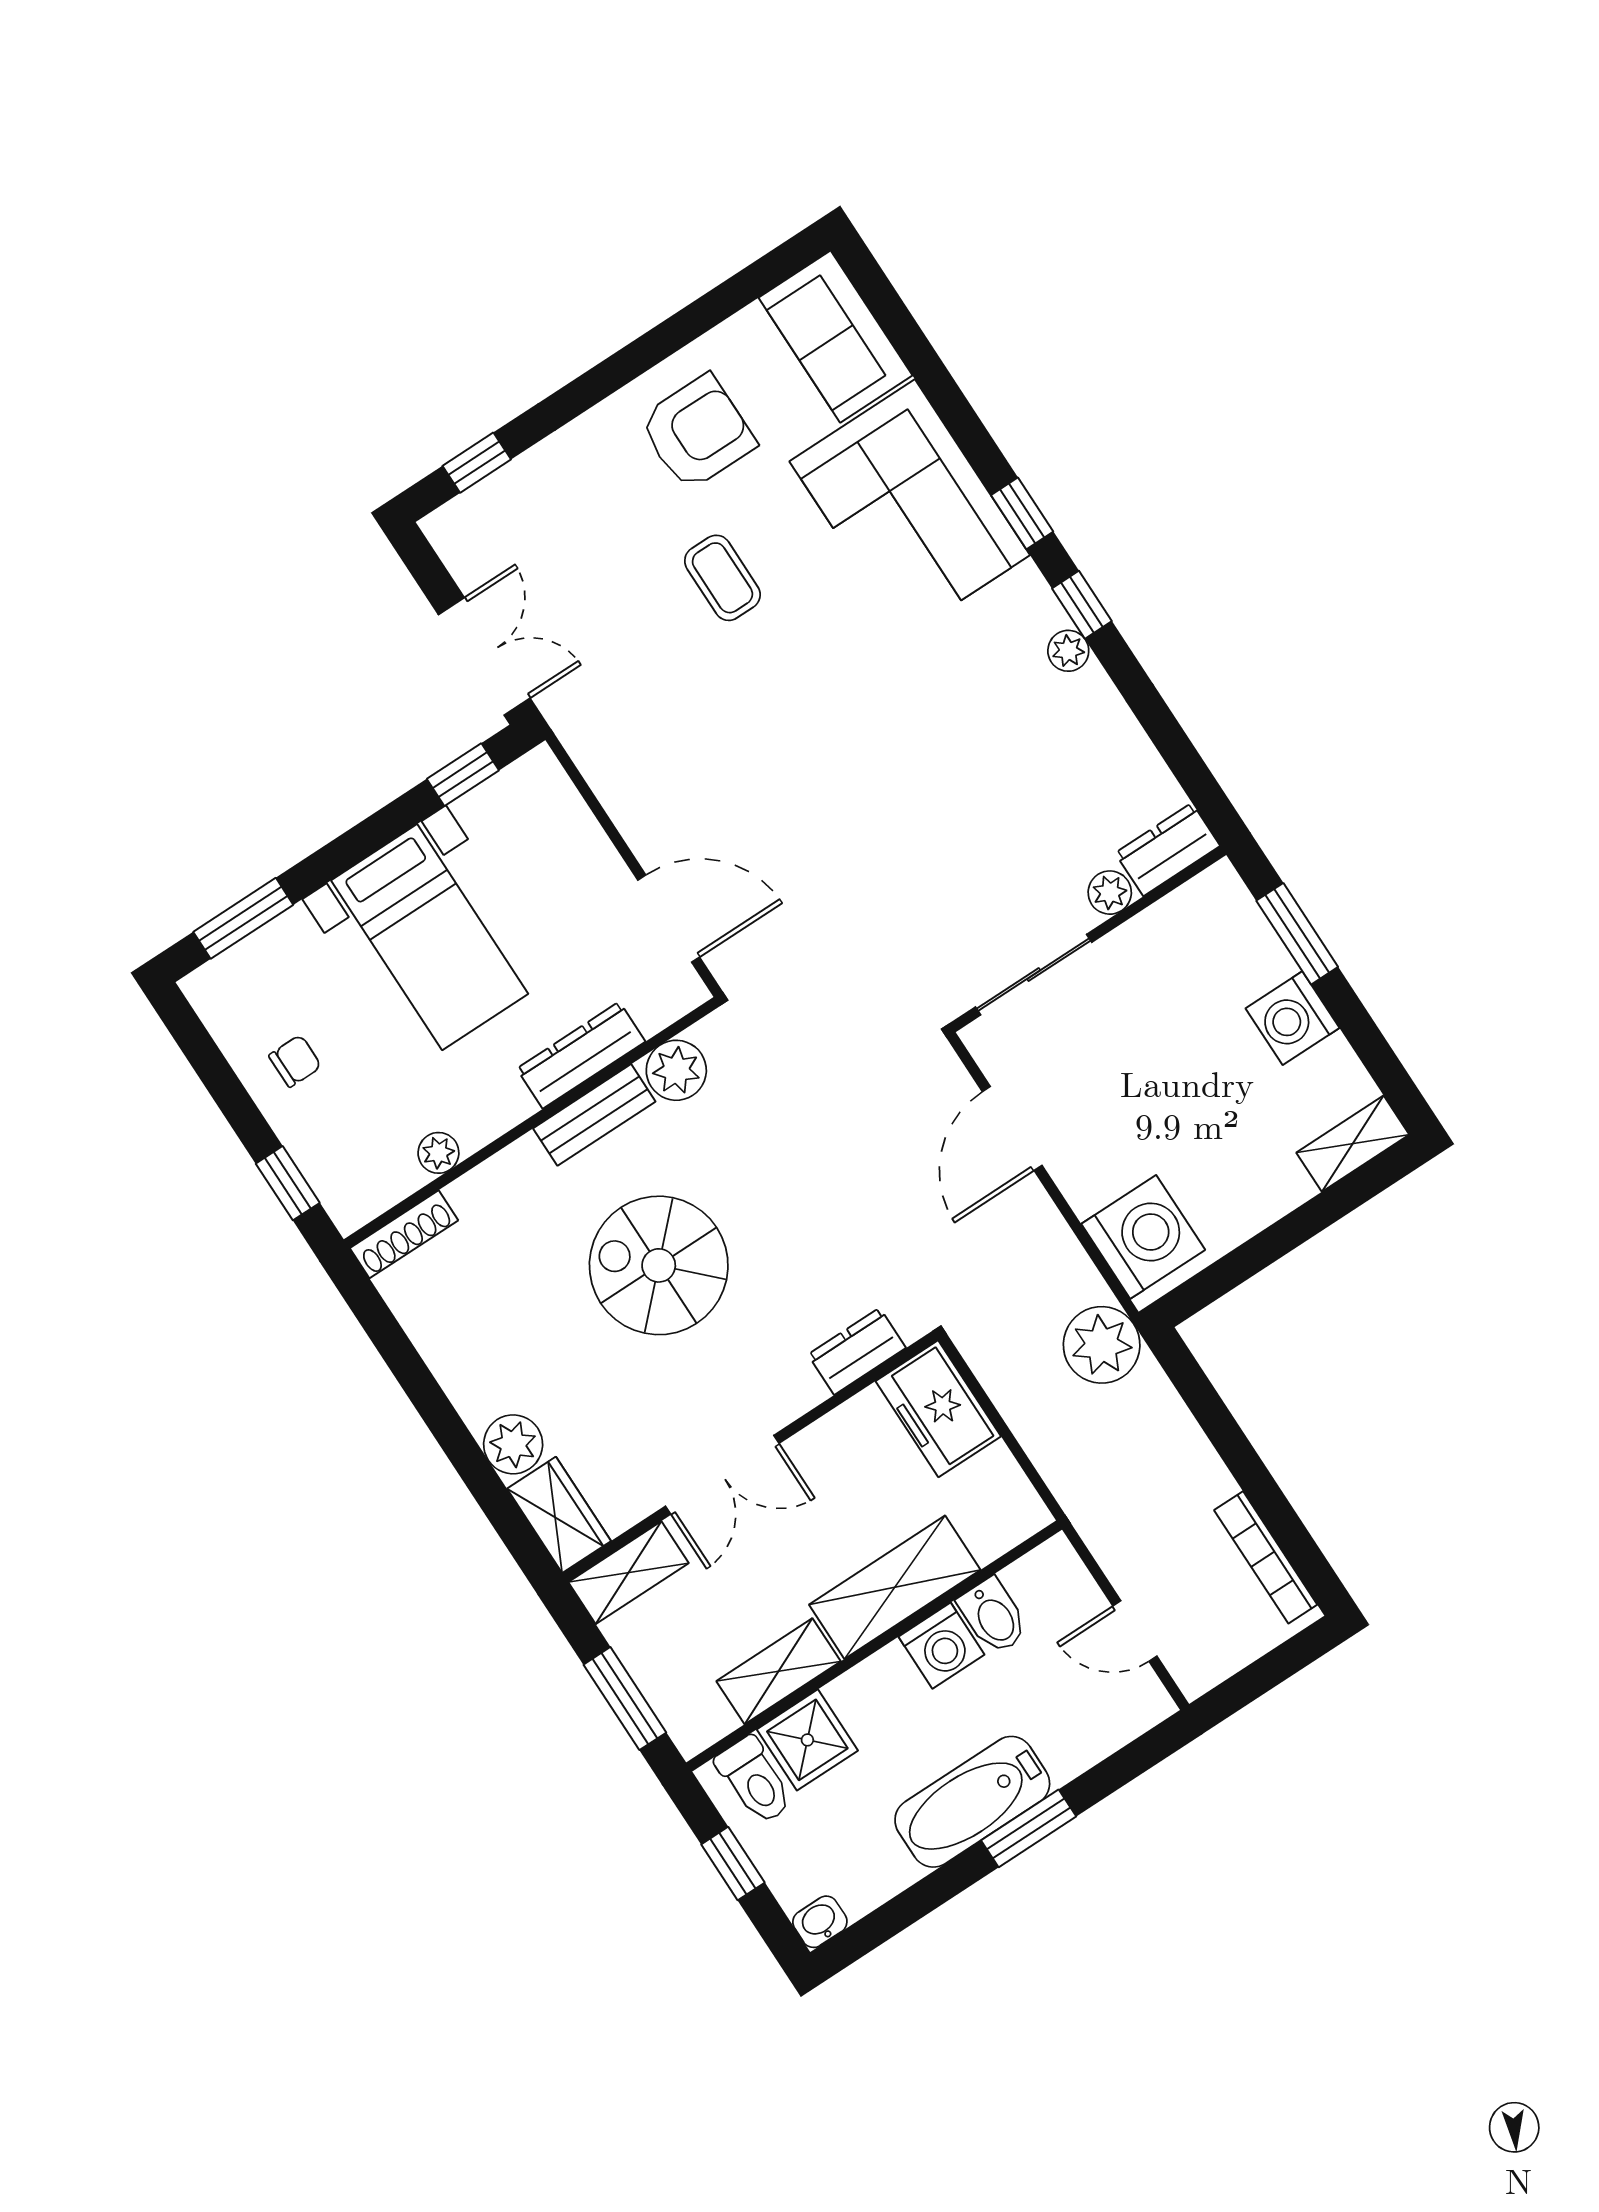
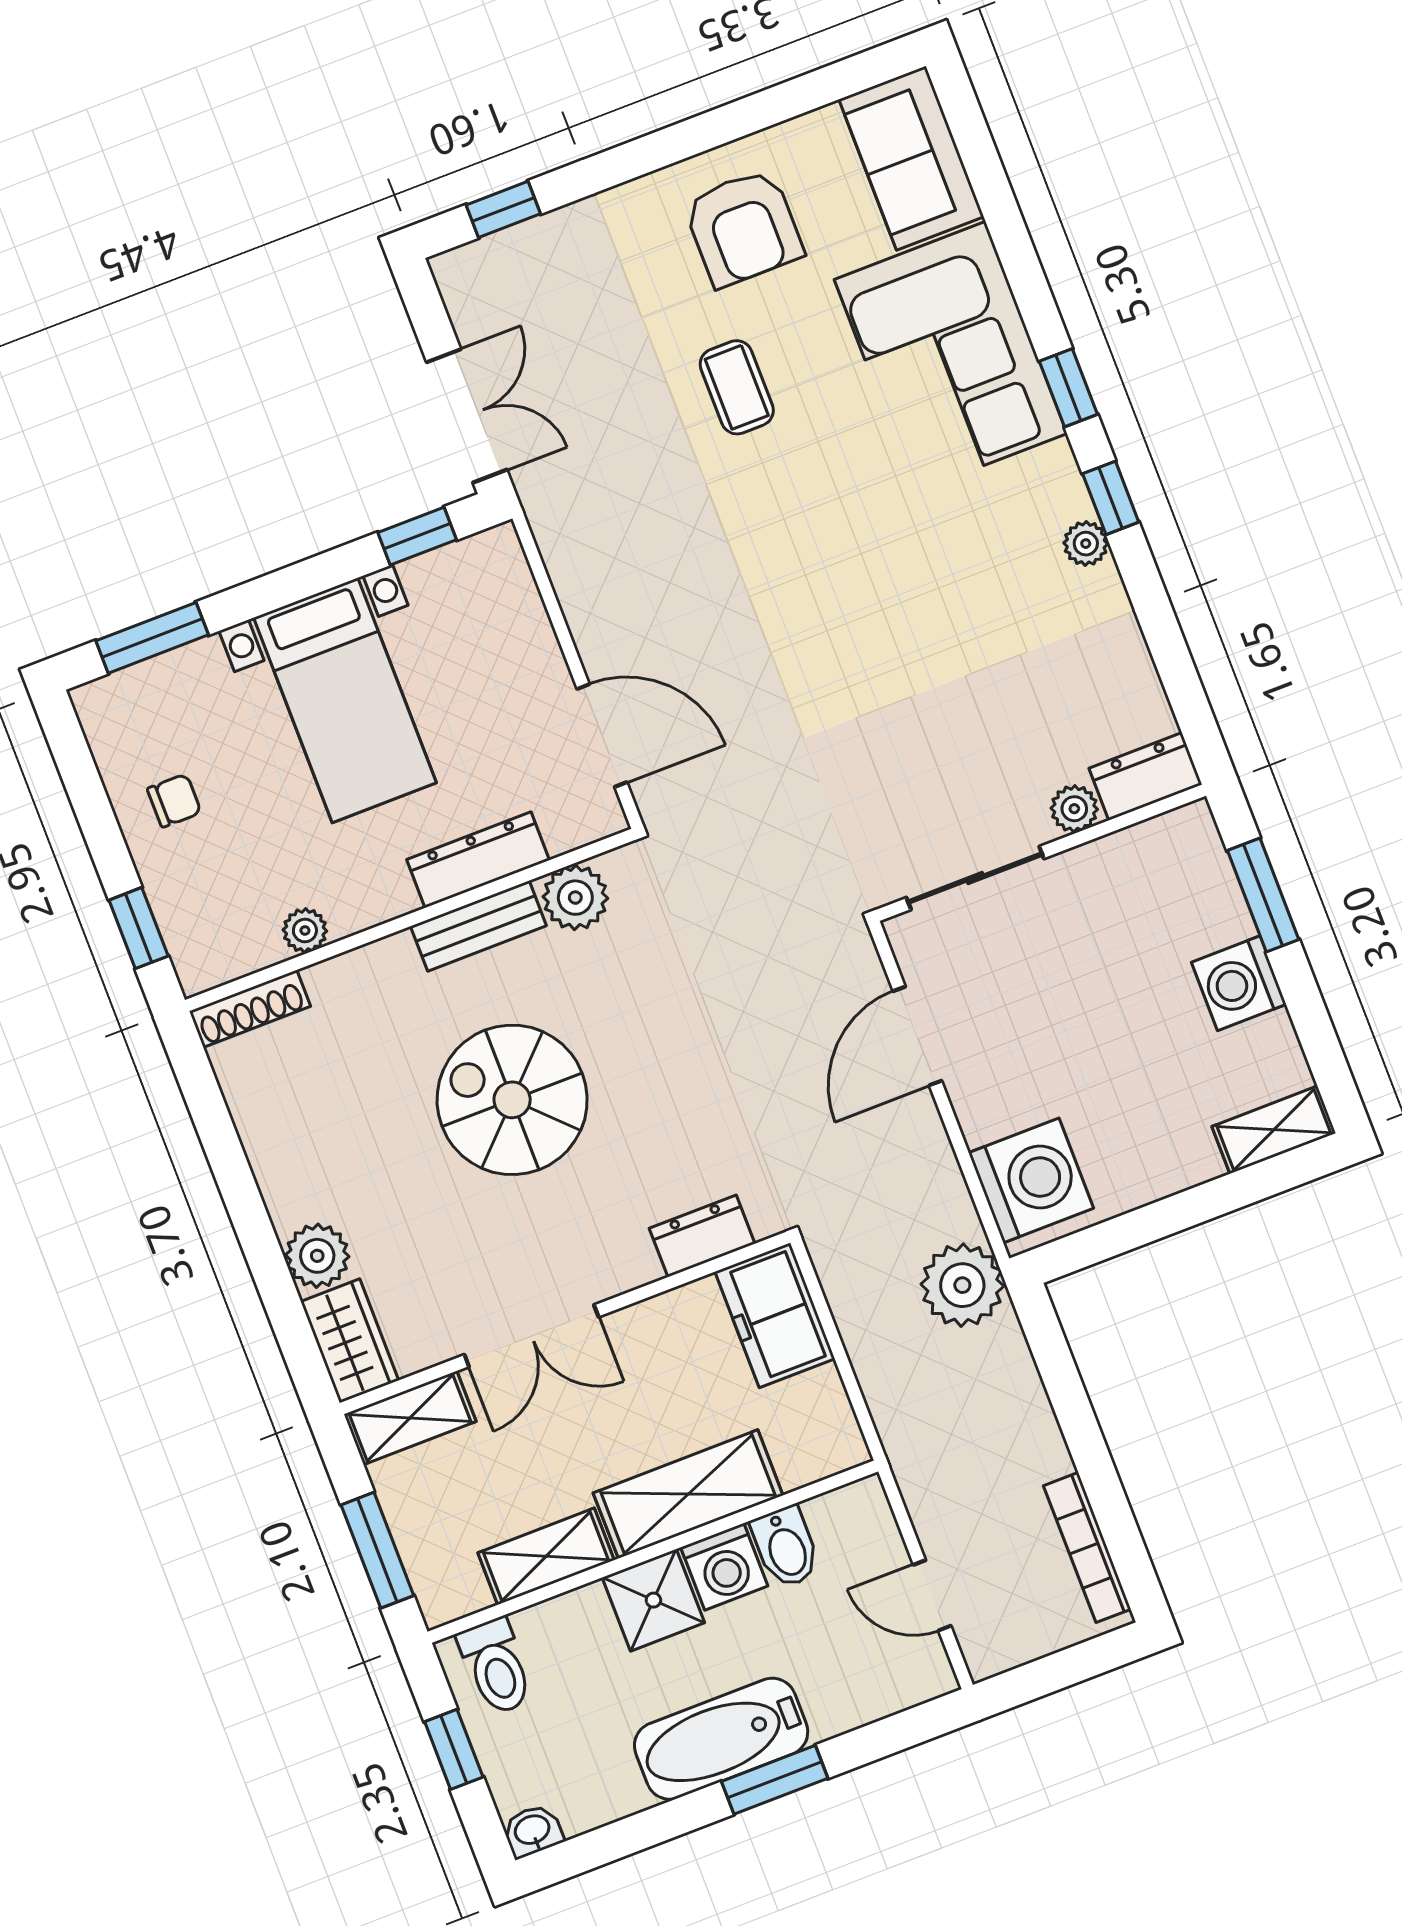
armchair: (697, 432) -> (743, 228), turned 90
shower: (807, 1740) -> (653, 1600), moved

